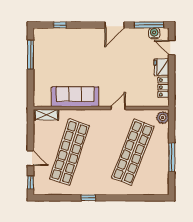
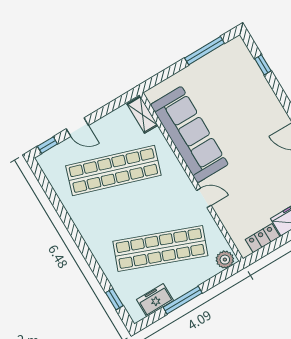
sofa: (75, 97) -> (189, 135), width x1.36, depth x1.27
door: (31, 158) -> (77, 127), hinge flipped
freezer: (162, 174) -> (155, 300), added
window: (88, 198) -> (114, 299), moved

